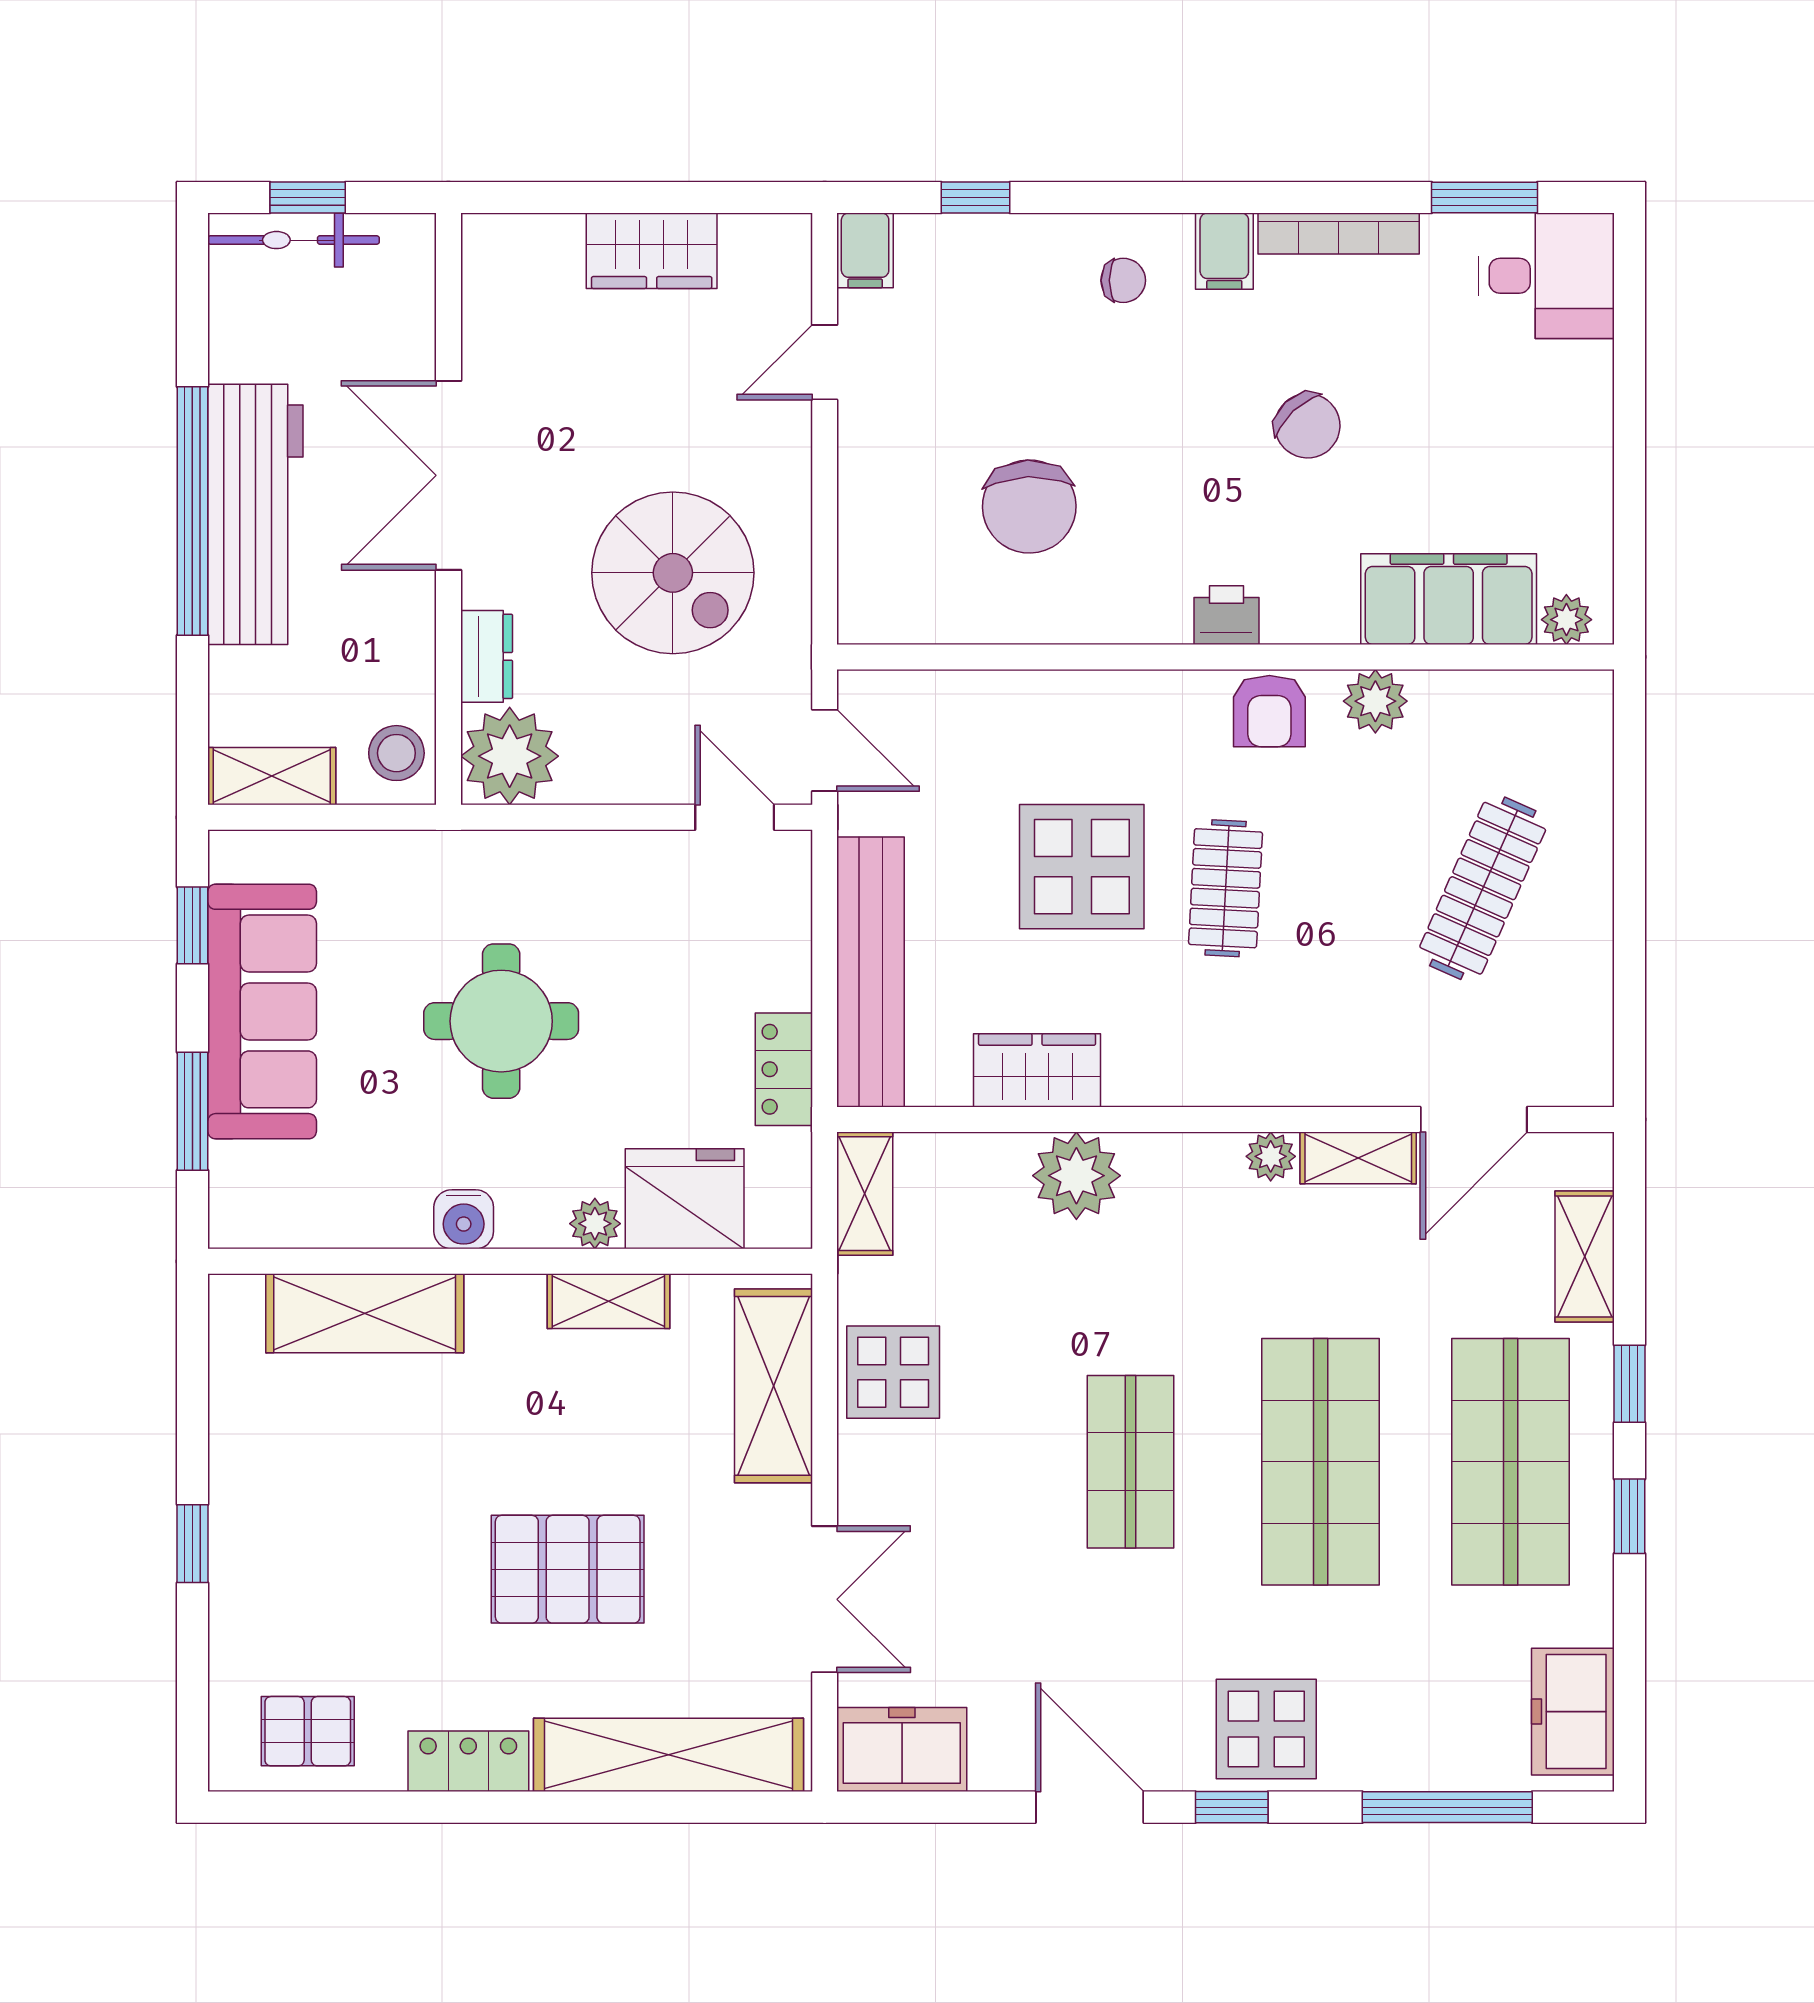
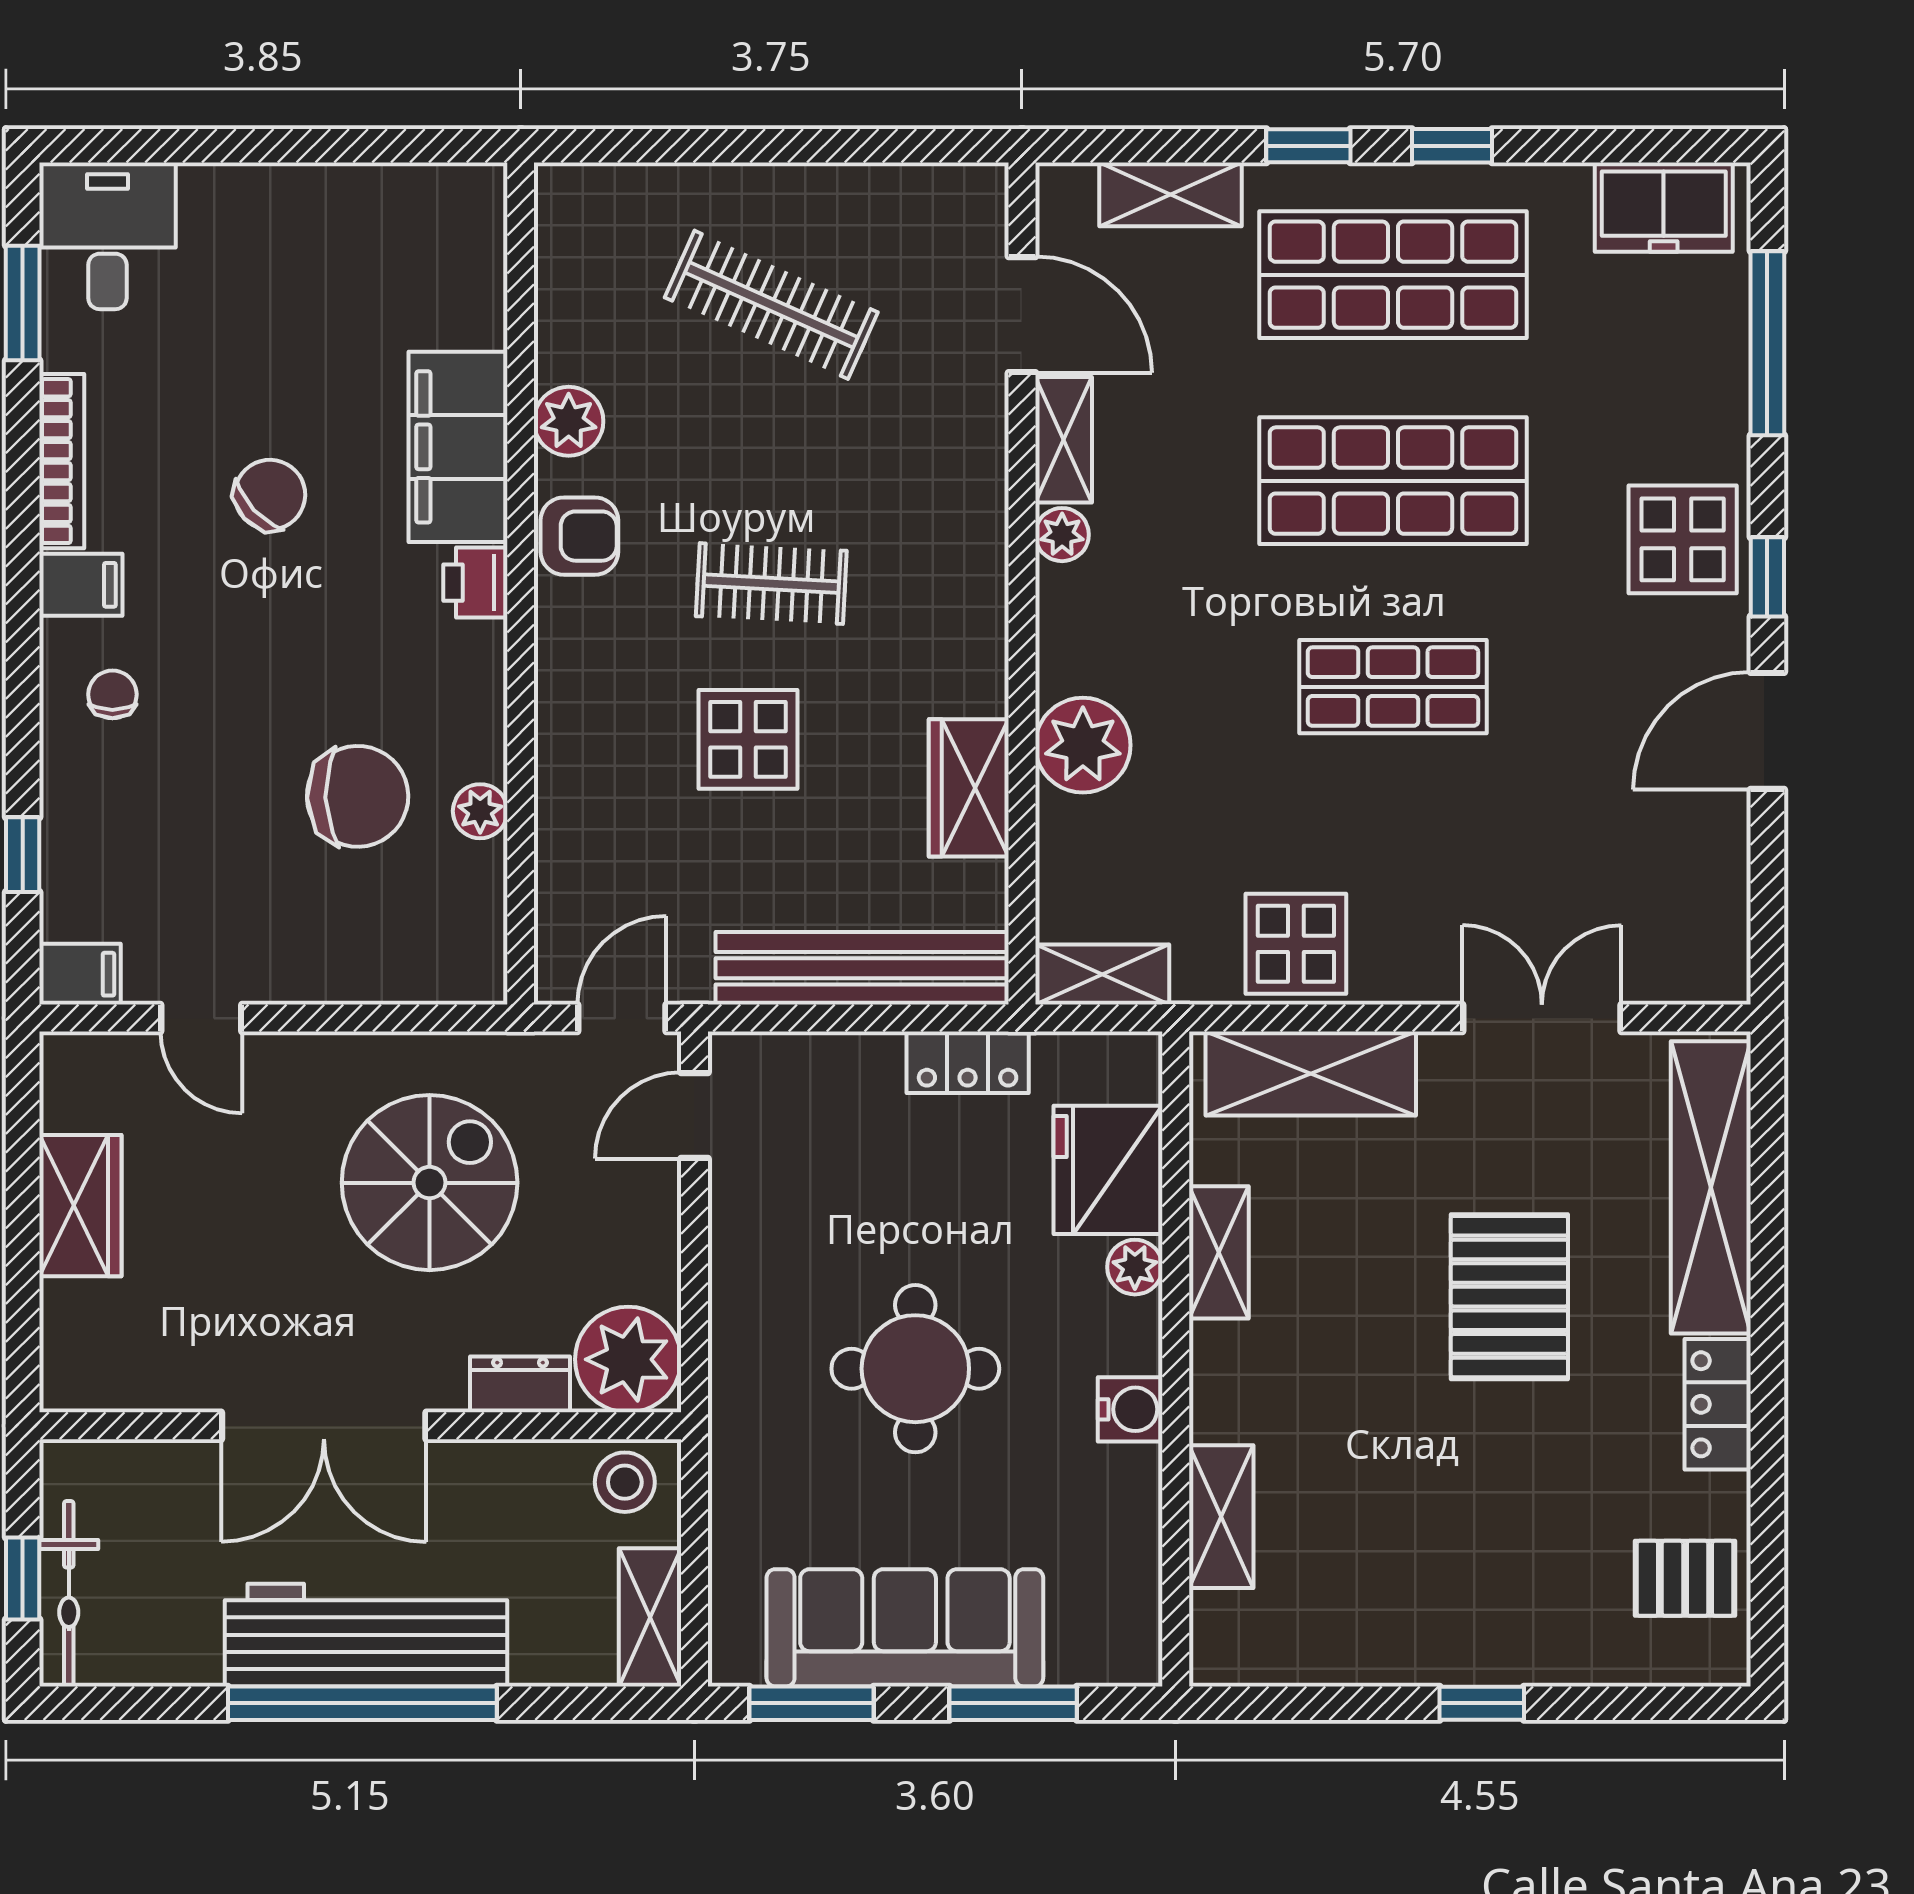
filing cabinet: (1449, 599) -> (458, 447), moved
plant: (1566, 620) -> (480, 811), moved
display table: (1082, 867) -> (748, 739), width x0.73, depth x0.73
window: (192, 925) -> (812, 1703), width x1.50
shelving: (365, 1313) -> (1221, 1517), width x0.67, depth x0.75
pallet: (308, 1731) -> (1685, 1578), turned 90
freezer: (902, 1750) -> (1705, 934), removed

